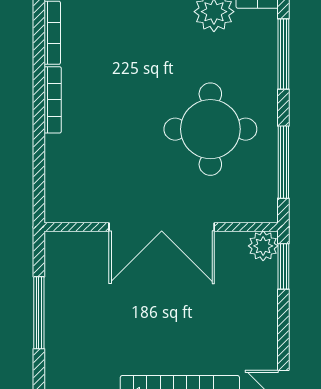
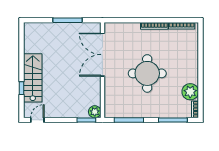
round table: (210, 129) -> (147, 73), moved
double door: (162, 227) -> (102, 55), moved

